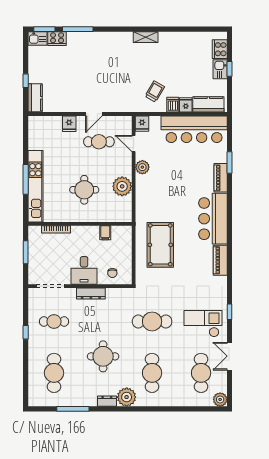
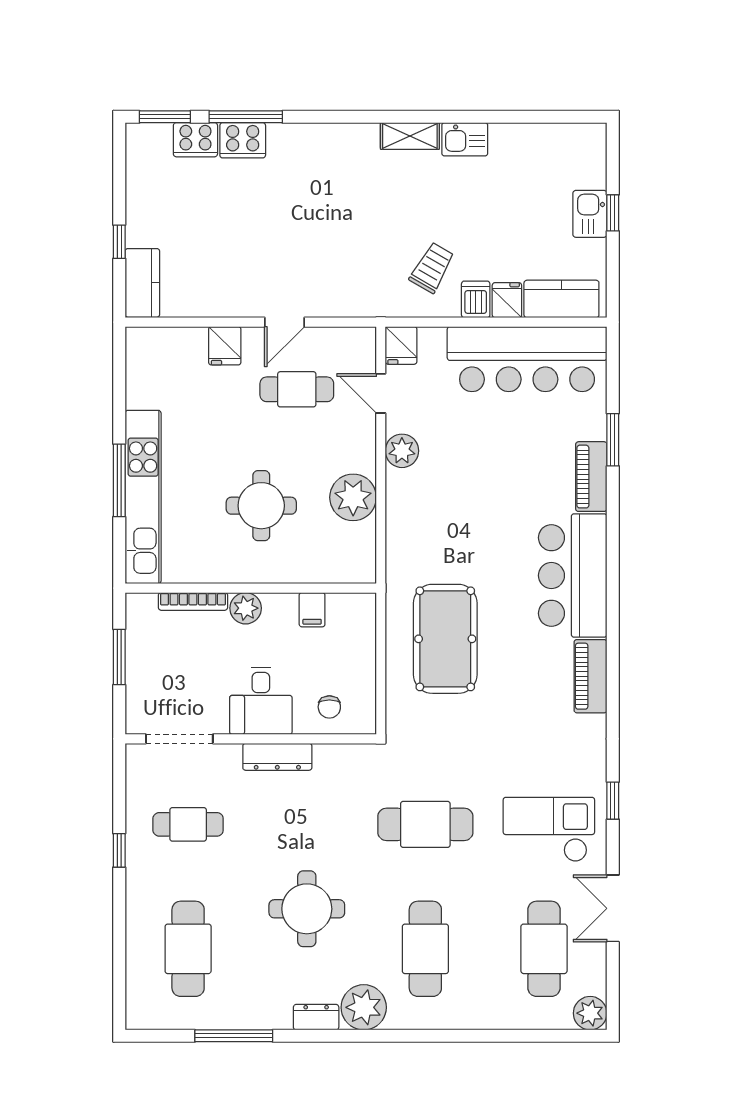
kitchen sink: (37, 38) -> (465, 139), moved
cooker: (220, 49) -> (243, 140), moved, turned -90
plant: (78, 232) -> (246, 608), added

